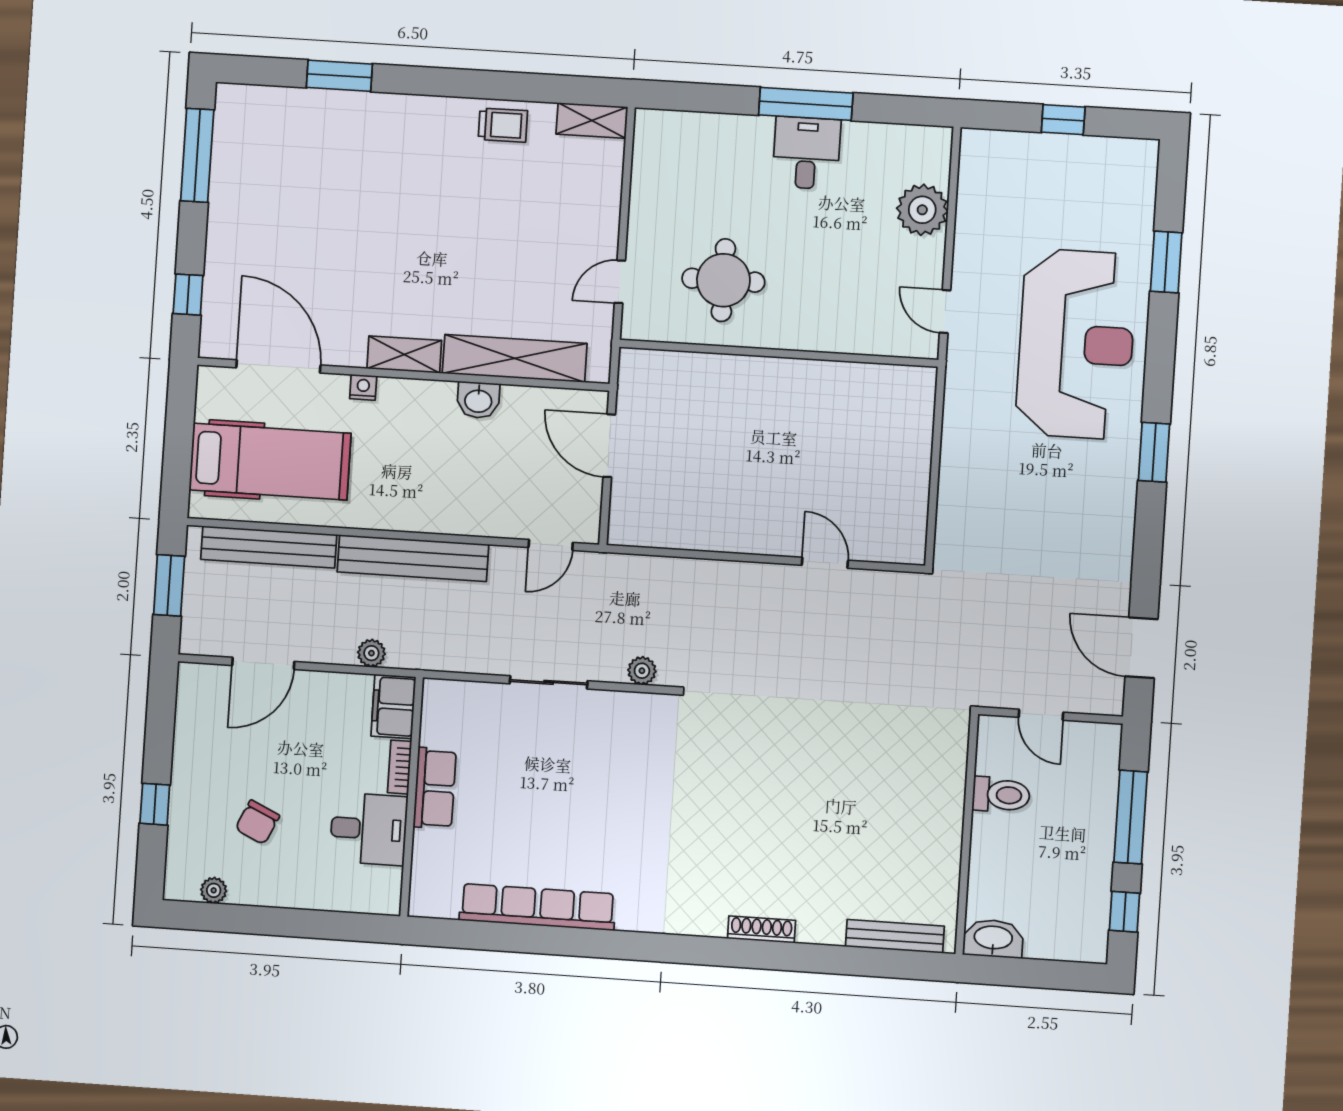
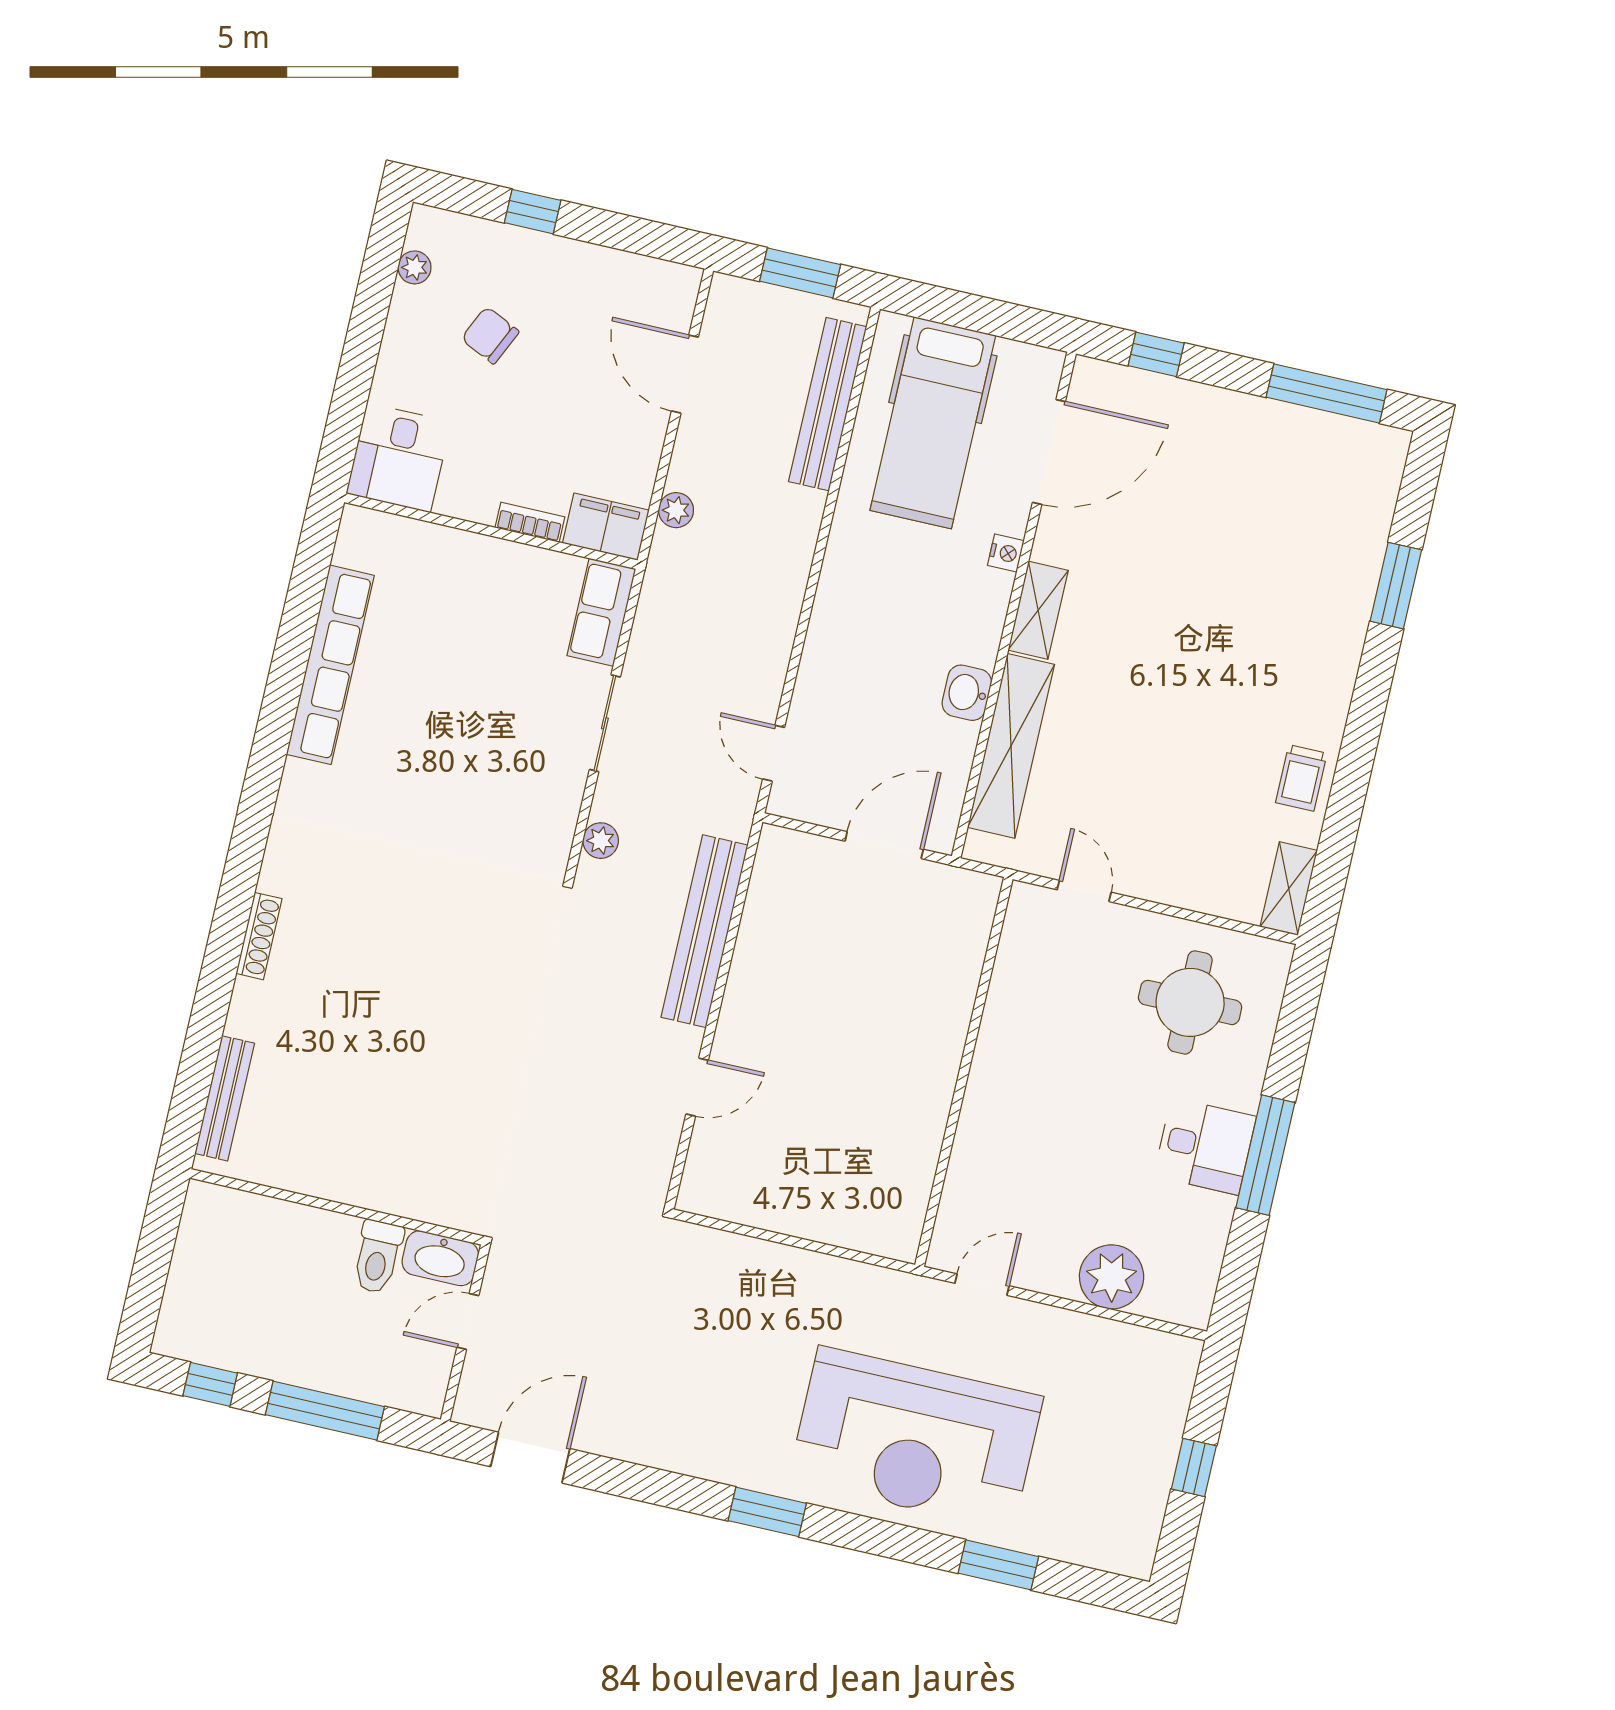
round table: (723, 280) -> (1190, 1002), moved
bench: (413, 558) -> (705, 931), moved
row of seats: (435, 788) -> (601, 612), moved, turned 90
desk: (369, 829) -> (399, 458), moved
washbasin: (993, 939) -> (440, 1258), moved, turned 90

